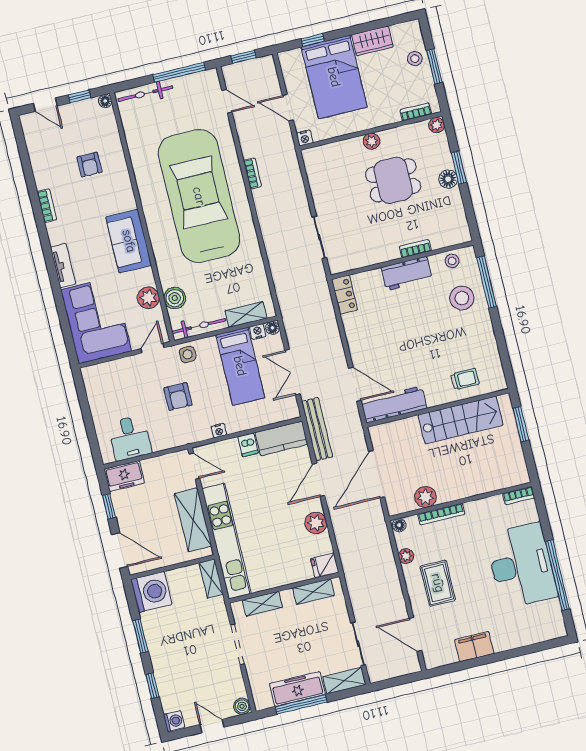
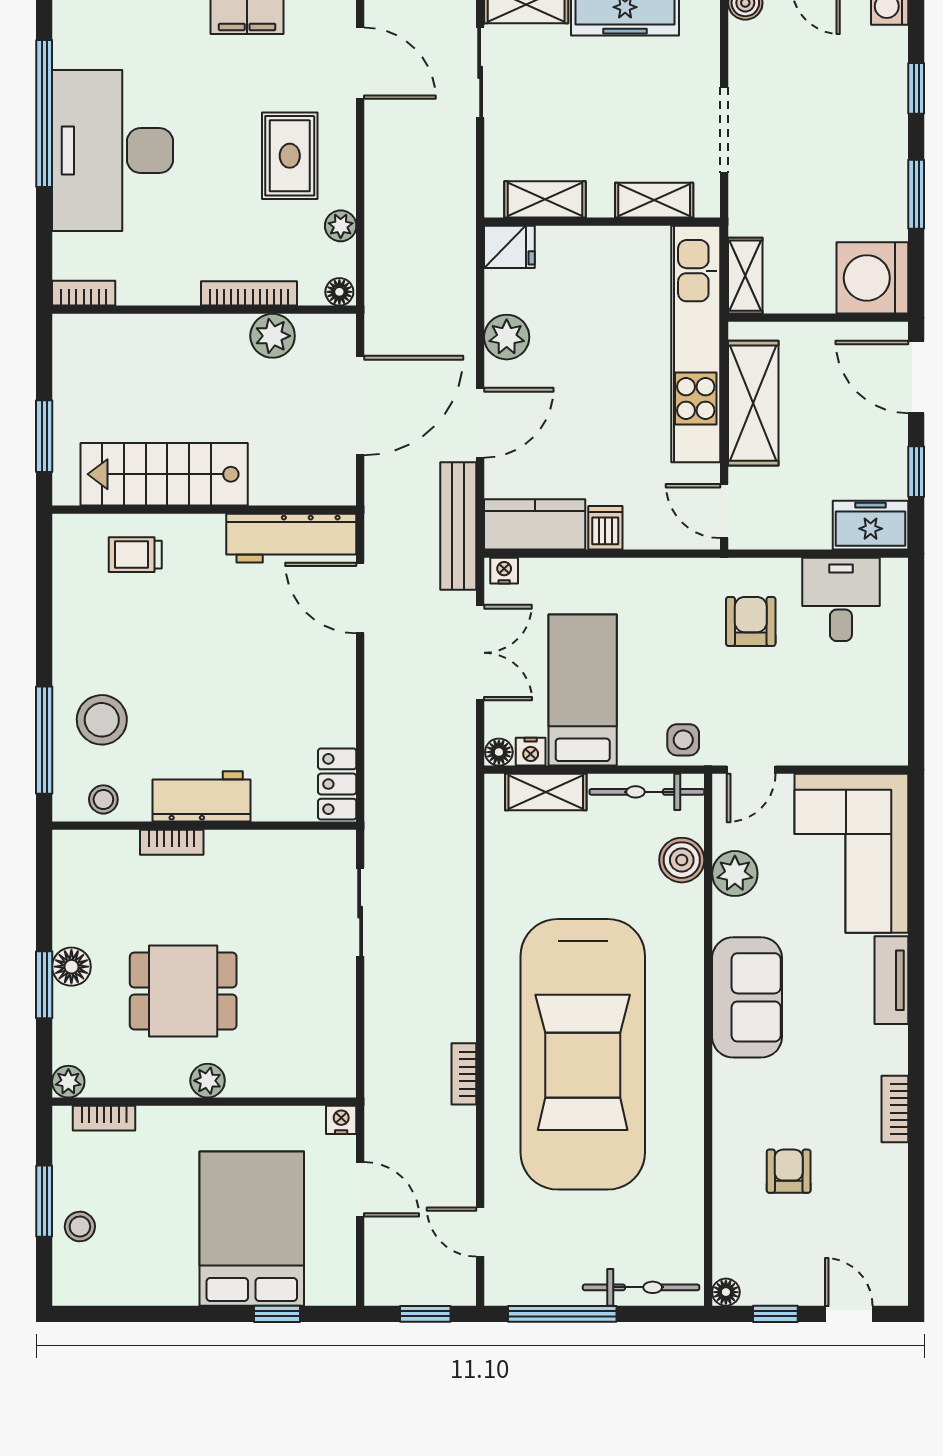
wardrobe: (372, 41) -> (157, 1283), removed
armchair: (178, 397) -> (751, 621), moved
nightstand: (219, 431) -> (504, 571), moved

